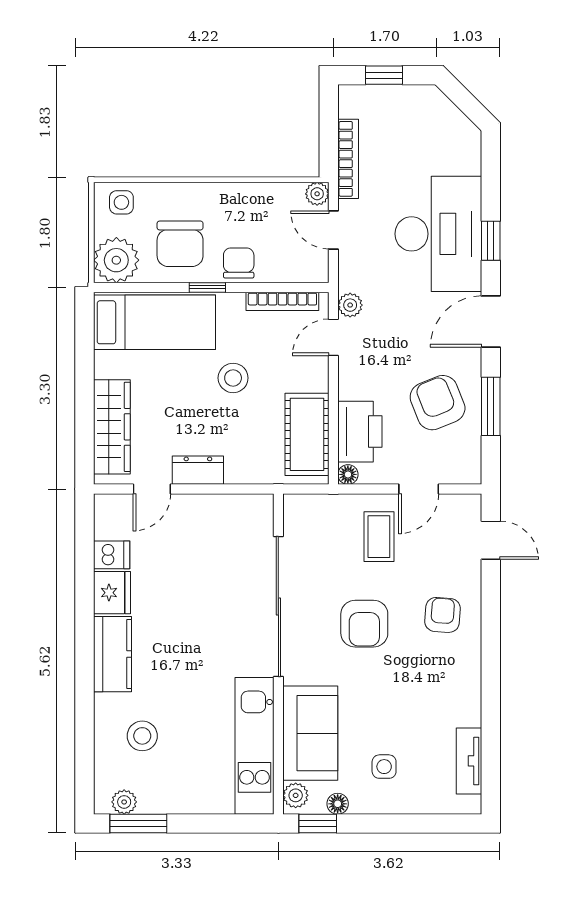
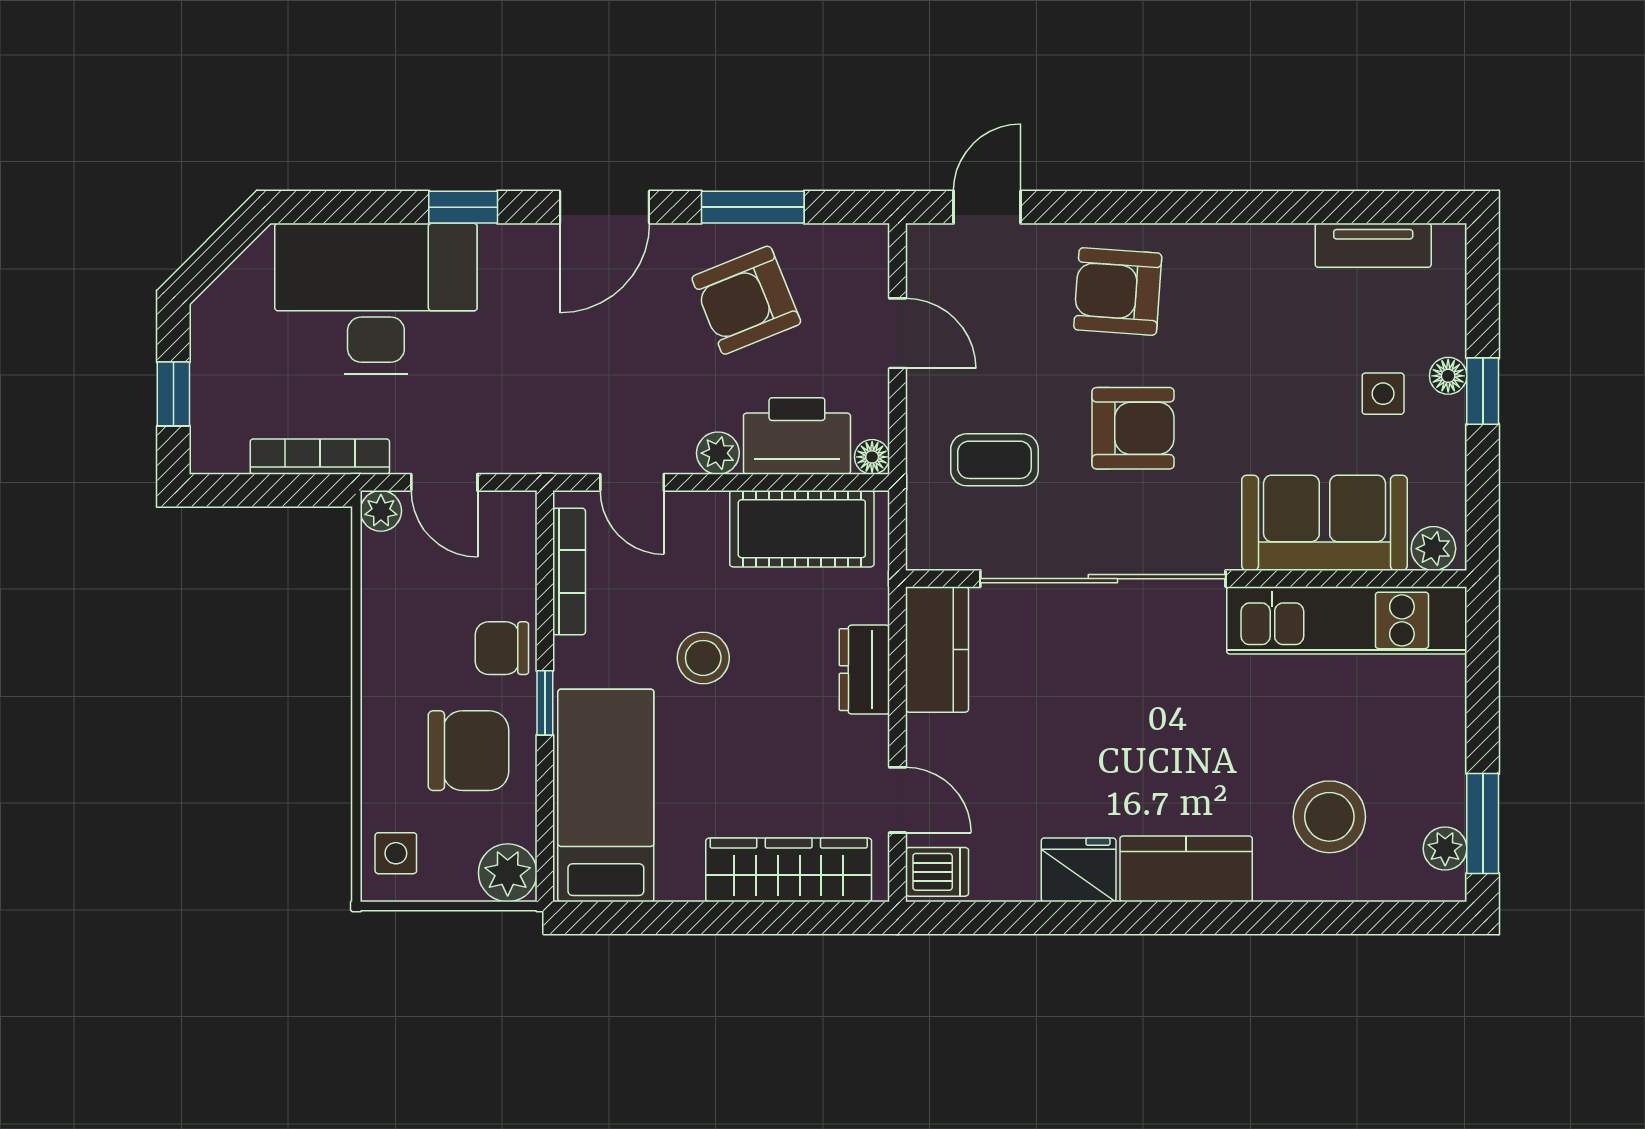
door: (333, 230) -> (444, 482), hinge flipped
desk: (438, 234) -> (376, 299), moved
plant: (116, 260) -> (508, 873), width x0.73, depth x0.73
plant: (350, 305) -> (718, 453), moved
door: (491, 322) -> (605, 207), hinge flipped
dresser: (198, 470) -> (864, 670), moved
kitchen counter: (238, 512) -> (937, 649), added
coffee table: (379, 537) -> (994, 460), moved
dishwasher: (112, 555) -> (937, 872), moved, turned 90
armchair: (443, 615) -> (1118, 291), width x1.38, depth x1.38
stool: (142, 736) -> (1329, 817), width x1.38, depth x1.38
floor lamp: (338, 804) -> (1448, 376), moved
window: (318, 824) -> (1483, 391), moved

